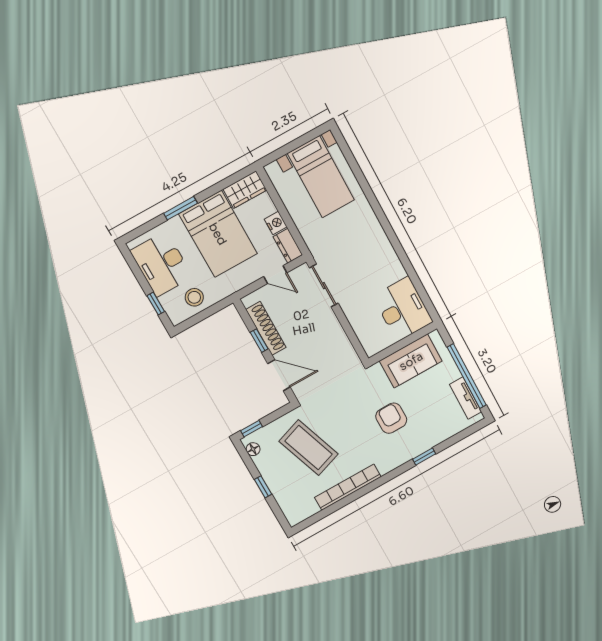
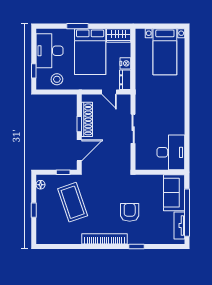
sliding door: (324, 286) -> (133, 129), moved
sofa: (411, 361) -> (174, 193), moved, turned 90
door: (279, 375) -> (79, 150), hinge flipped
window: (252, 429) -> (63, 172), moved
bookcase: (348, 487) -> (105, 239), moved

